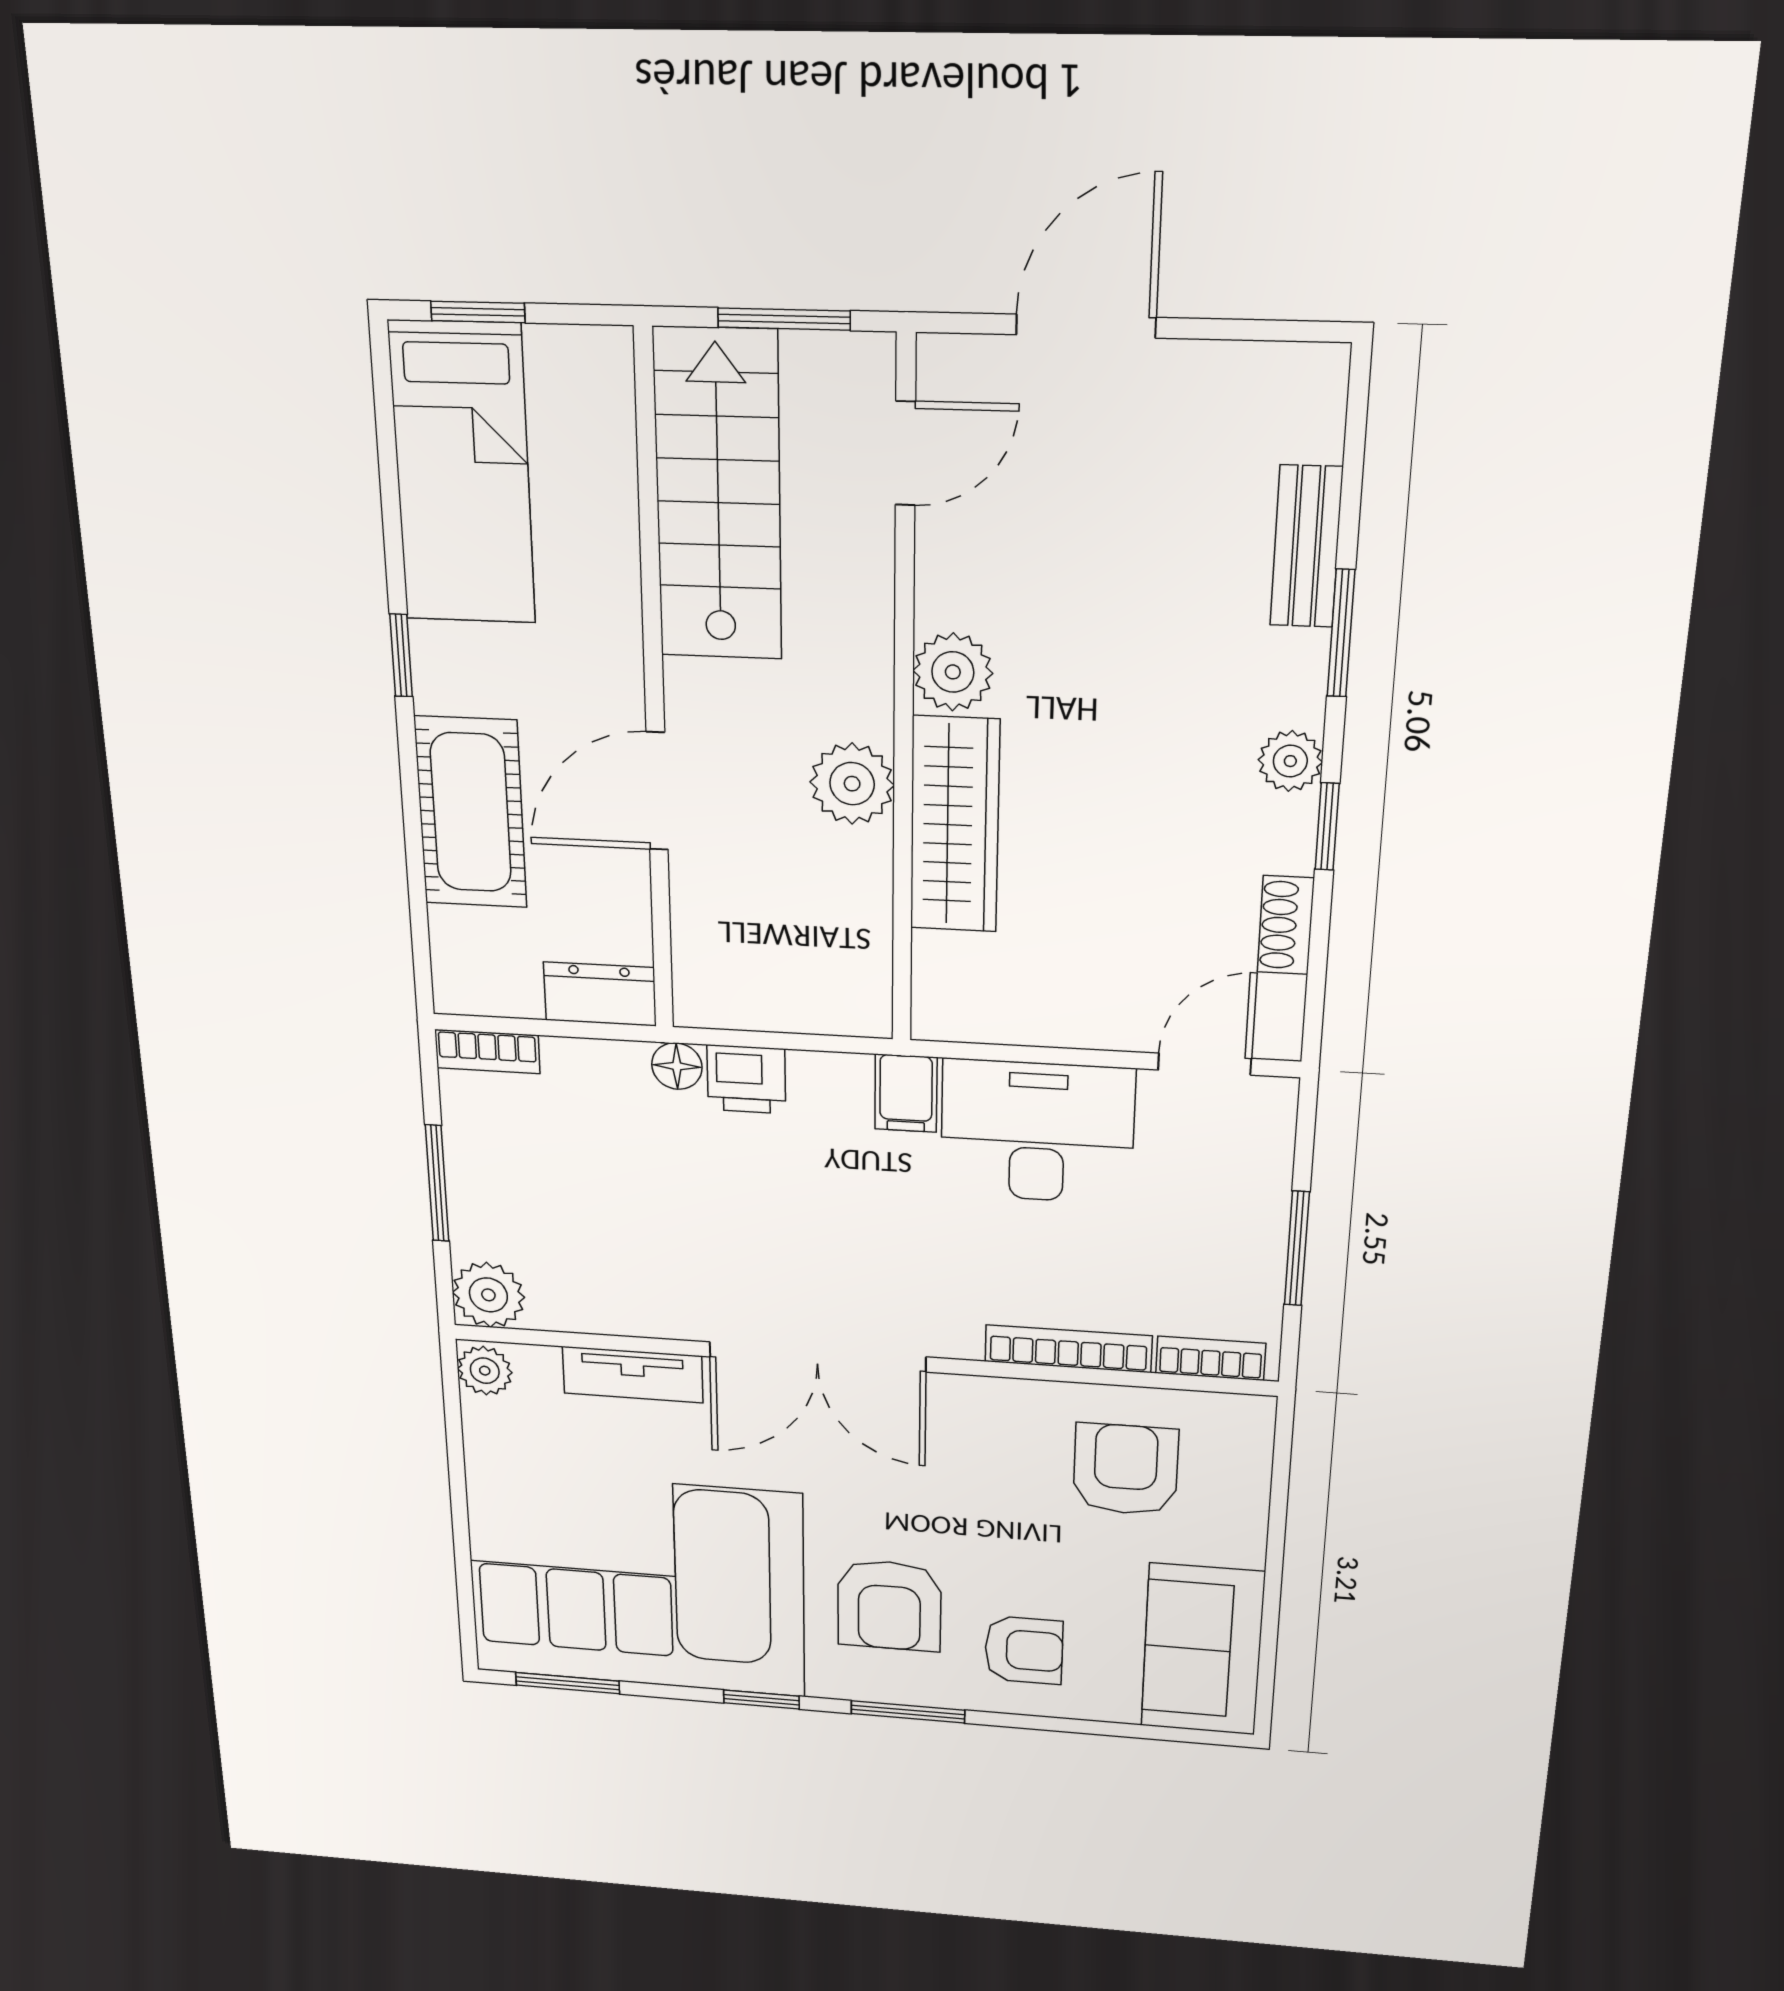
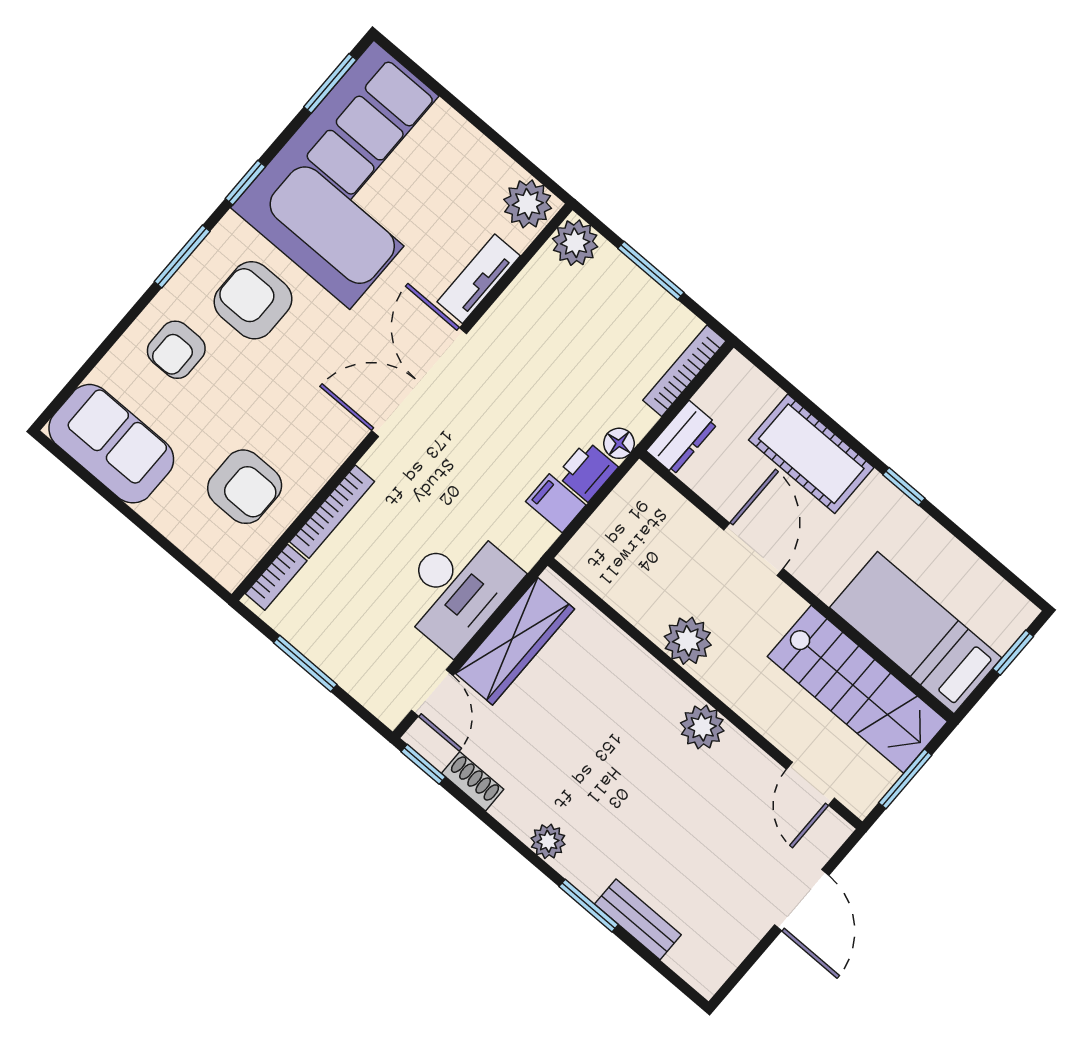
bed: (463, 474) -> (916, 633), moved
wardrobe: (955, 825) -> (515, 641), moved, turned -90
window: (1327, 827) -> (423, 764), moved
bookcase: (487, 1052) -> (684, 371), width x1.56
filing cabinet: (906, 1093) -> (556, 503), moved
plant: (485, 1371) -> (528, 204), width x1.38, depth x1.38

